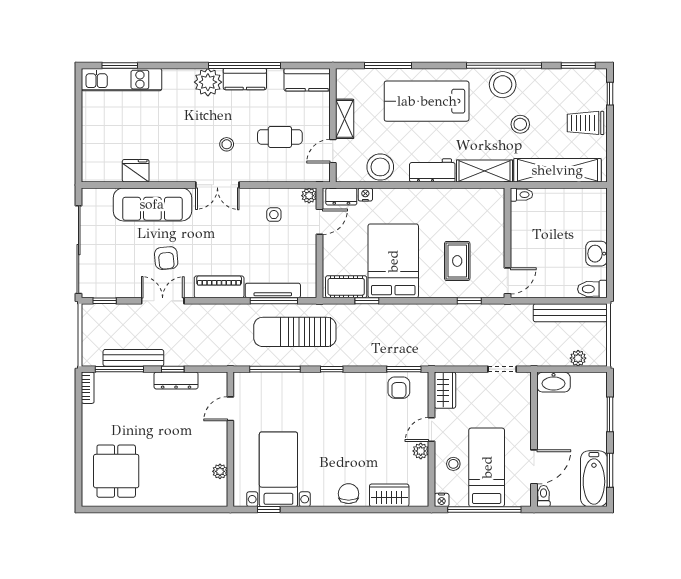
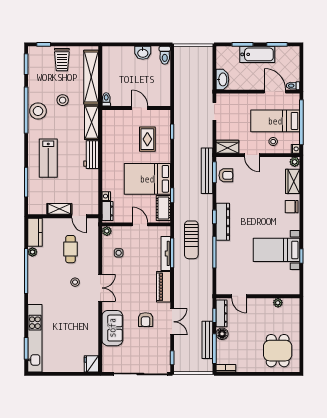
kitchen counter: (245, 79) -> (35, 271), removed
kitchen unit: (121, 80) -> (35, 338), width x1.36
plant: (208, 82) -> (32, 252), moved, width x0.53, depth x0.53
lab bench: (427, 101) -> (48, 158), width x0.73, depth x0.72
stool: (380, 167) -> (89, 187), removed
fridge: (136, 171) -> (91, 364), moved
sofa: (152, 204) -> (112, 328), width x0.73
door: (320, 222) -> (140, 224), moved
armchair: (166, 258) -> (146, 320), turned 95
rug: (457, 261) -> (147, 139), turned 90
door: (507, 281) -> (140, 108), moved
double door: (163, 301) -> (172, 322), swing flipped
bench: (570, 313) -> (207, 171), moved
sun lounger: (295, 332) -> (191, 240), width x0.73, depth x0.75
plant: (578, 358) -> (208, 64), removed
floor lamp: (143, 381) -> (222, 334), added
dresser: (324, 383) -> (223, 222), added
door: (230, 409) -> (239, 296), moved
wall: (230, 439) -> (258, 296), moved
plant: (421, 451) -> (295, 162), moved
dining table: (116, 471) -> (278, 351), turned 90
plant: (220, 471) -> (278, 303), moved
bathtub: (594, 479) -> (257, 54), moved

